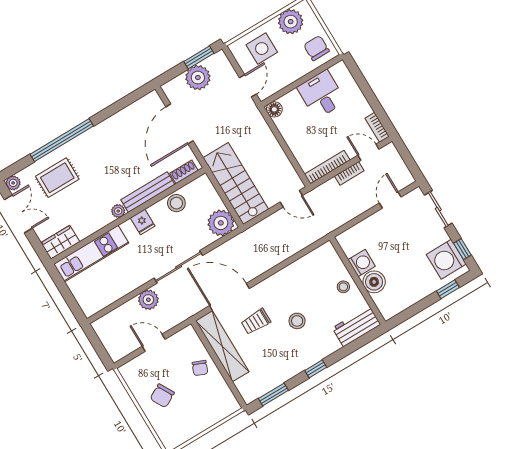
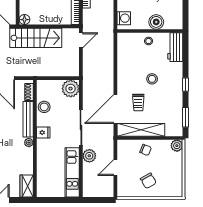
stairs: (236, 183) -> (36, 38), moved, turned 180
kitchen unit: (91, 254) -> (72, 172), moved, turned 180
washing machine: (362, 263) -> (124, 18), moved, turned 90
plant: (230, 405) -> (177, 146), added

